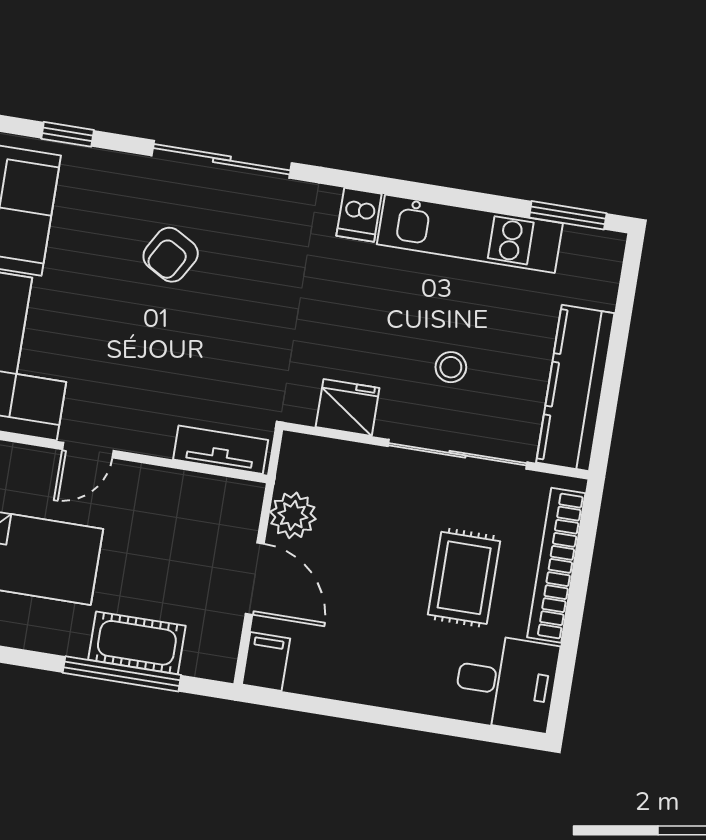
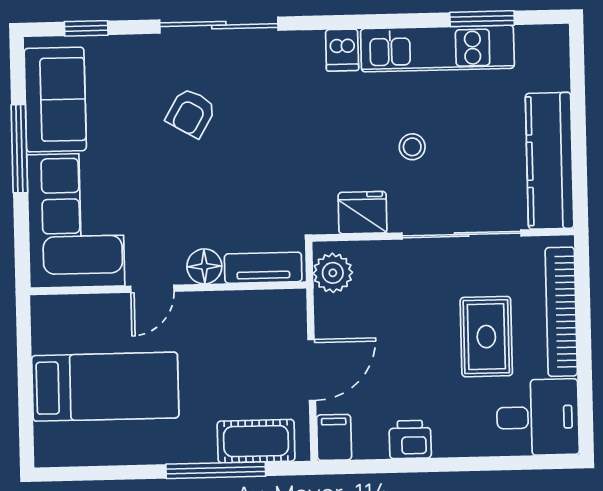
window: (568, 215) -> (482, 19), moved
stool: (451, 367) -> (412, 147), moved
floor lamp: (153, 435) -> (204, 266), added
plant: (293, 515) -> (333, 273), moved
door: (255, 579) -> (312, 370), hinge flipped
cot: (137, 643) -> (256, 441), moved
printer: (354, 680) -> (410, 439), added

